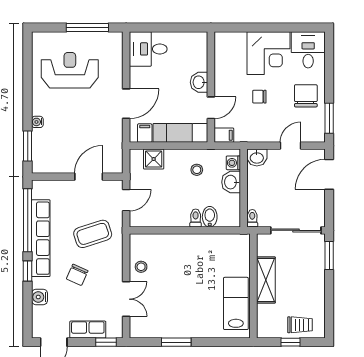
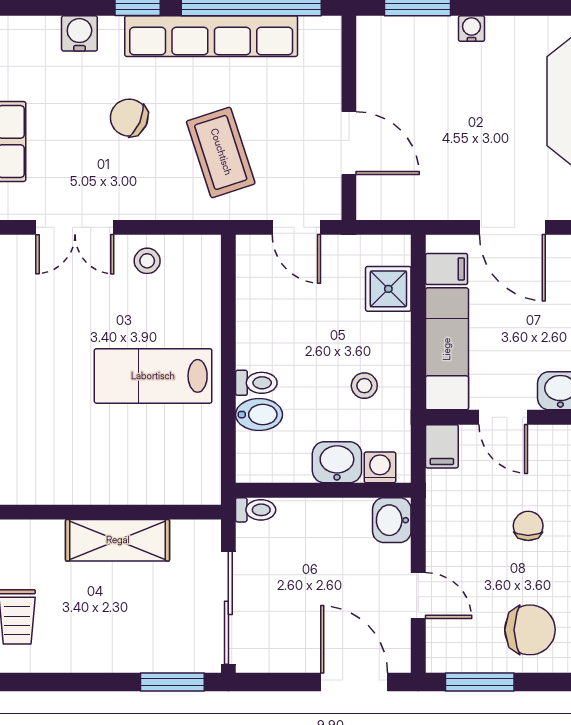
lab bench: (236, 303) -> (153, 376), moved, turned 180

